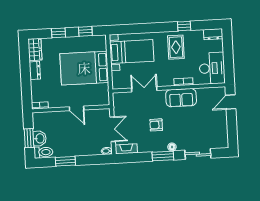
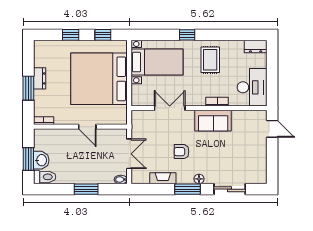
window: (184, 26) -> (187, 35), moved
wardrobe: (35, 50) -> (41, 53), removed
bed: (84, 68) -> (99, 79), width x1.36
window: (26, 79) -> (28, 88), added
door: (231, 102) -> (272, 129), swing flipped
fireplace: (126, 149) -> (163, 178), moved
window: (65, 161) -> (86, 189), moved

